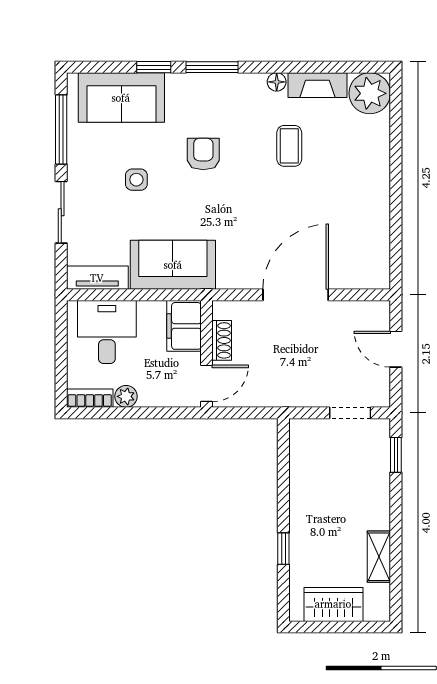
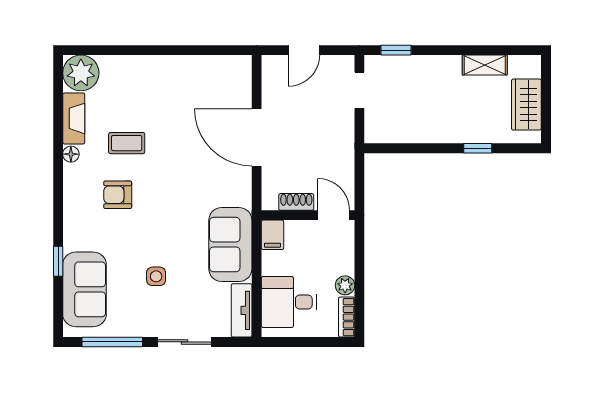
window: (212, 67) -> (58, 210), removed
armchair: (203, 154) -> (118, 195), moved
filing cabinet: (184, 326) -> (272, 235), width x0.50

